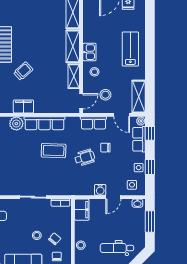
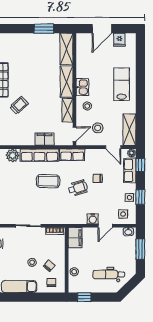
filing cabinet: (23, 106) -> (45, 139), moved
row of seats: (93, 123) -> (72, 155), moved

